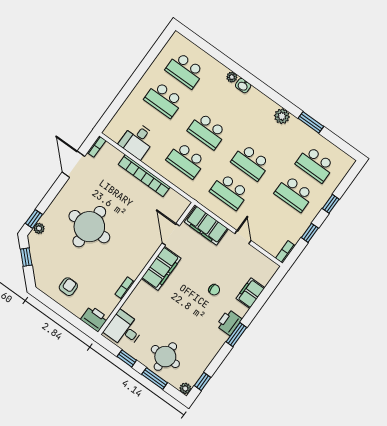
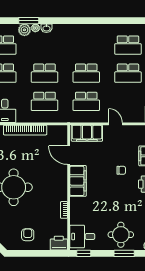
plant: (282, 116) -> (24, 30), moved
window: (311, 122) -> (29, 21), moved
window: (127, 358) -> (84, 253), moved

